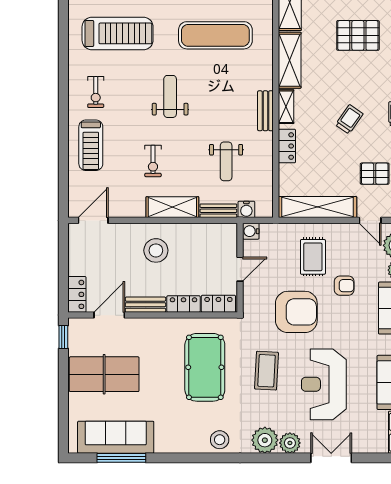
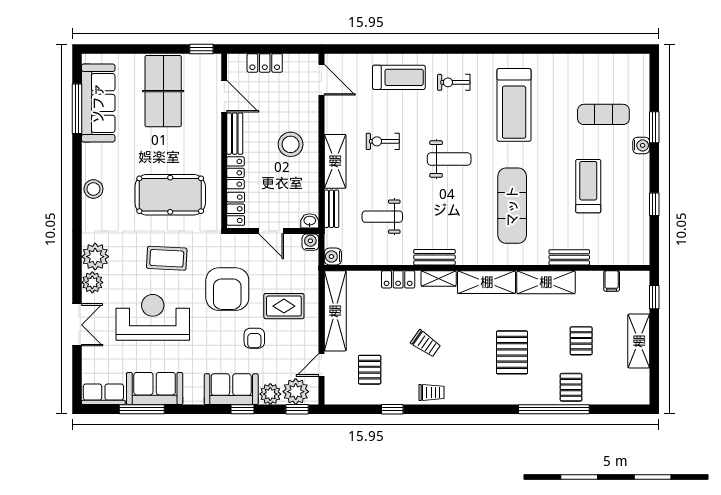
treadmill: (91, 145) -> (399, 77), turned 180
water cooler: (246, 209) -> (333, 257), moved
washbasin: (230, 232) -> (310, 221), added
locker: (77, 294) -> (265, 63), moved
stool: (220, 440) -> (93, 189), moved

